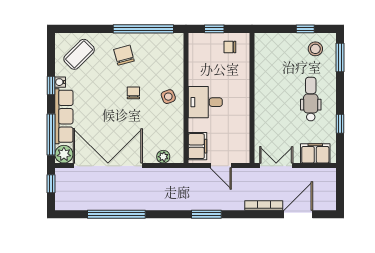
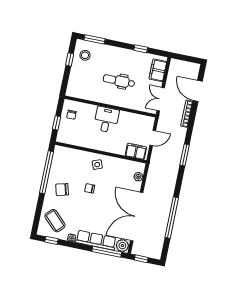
window: (51, 85) -> (51, 240), moved
dental chair: (311, 99) -> (119, 81), moved
desk: (205, 102) -> (106, 120), moved, turned 180

